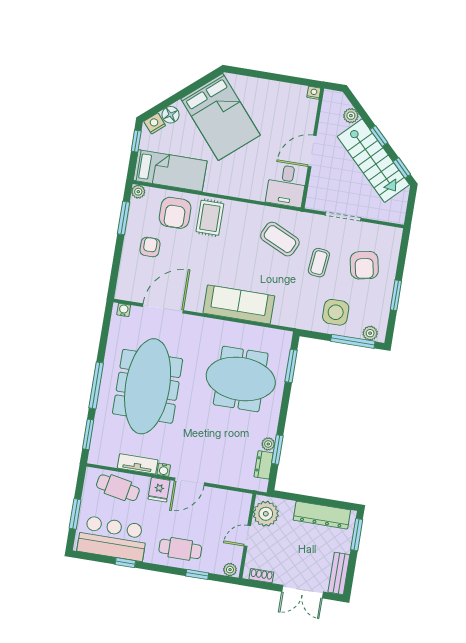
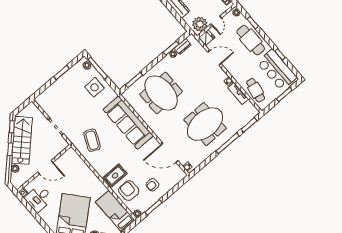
desk: (286, 186) -> (39, 198), moved, turned 180
armchair: (175, 213) -> (129, 191), turned -90
coffee table: (319, 263) -> (84, 115), removed
armchair: (364, 265) -> (64, 98), removed
sofa: (239, 304) -> (128, 123), width x1.36, depth x1.27
meeting table: (148, 386) -> (205, 124), width x0.73
door: (189, 482) -> (214, 58), moved
fridge: (159, 490) -> (207, 38), moved
door: (247, 536) -> (216, 21), hinge flipped
cafe table: (180, 549) -> (251, 40), width x1.37, depth x1.35

